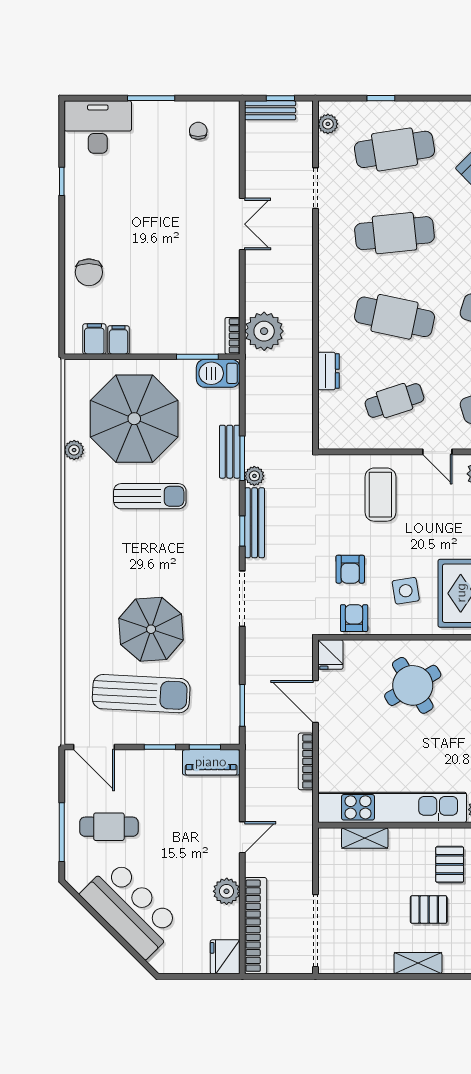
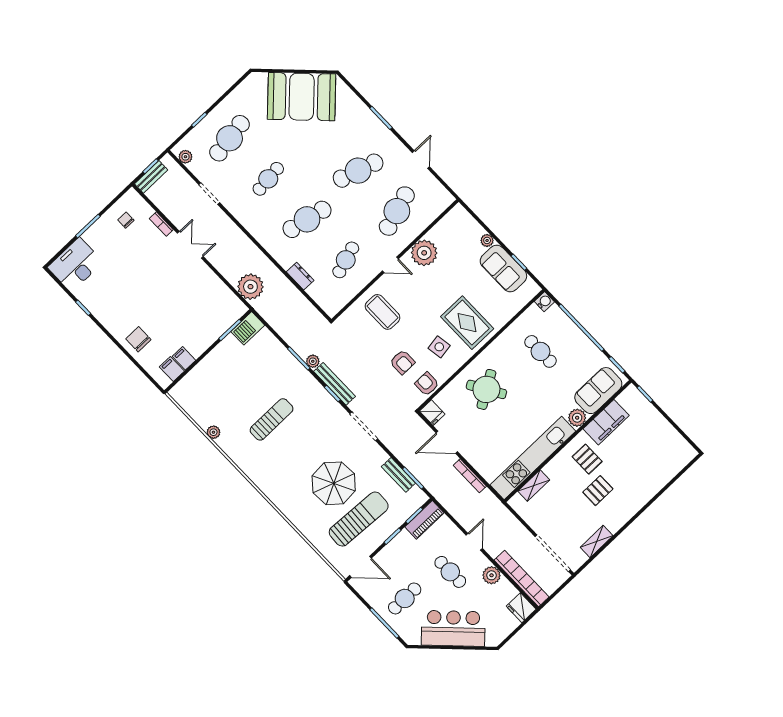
cafe table: (394, 233) -> (268, 179), width x0.73, depth x0.74
chair: (89, 272) -> (138, 339), turned 180
bookcase: (232, 336) -> (161, 224), moved
parasol: (134, 419) -> (228, 389), removed
bench: (230, 452) -> (398, 475), moved
cafe table: (186, 845) -> (450, 572), added
shelving: (418, 963) -> (597, 541), moved

